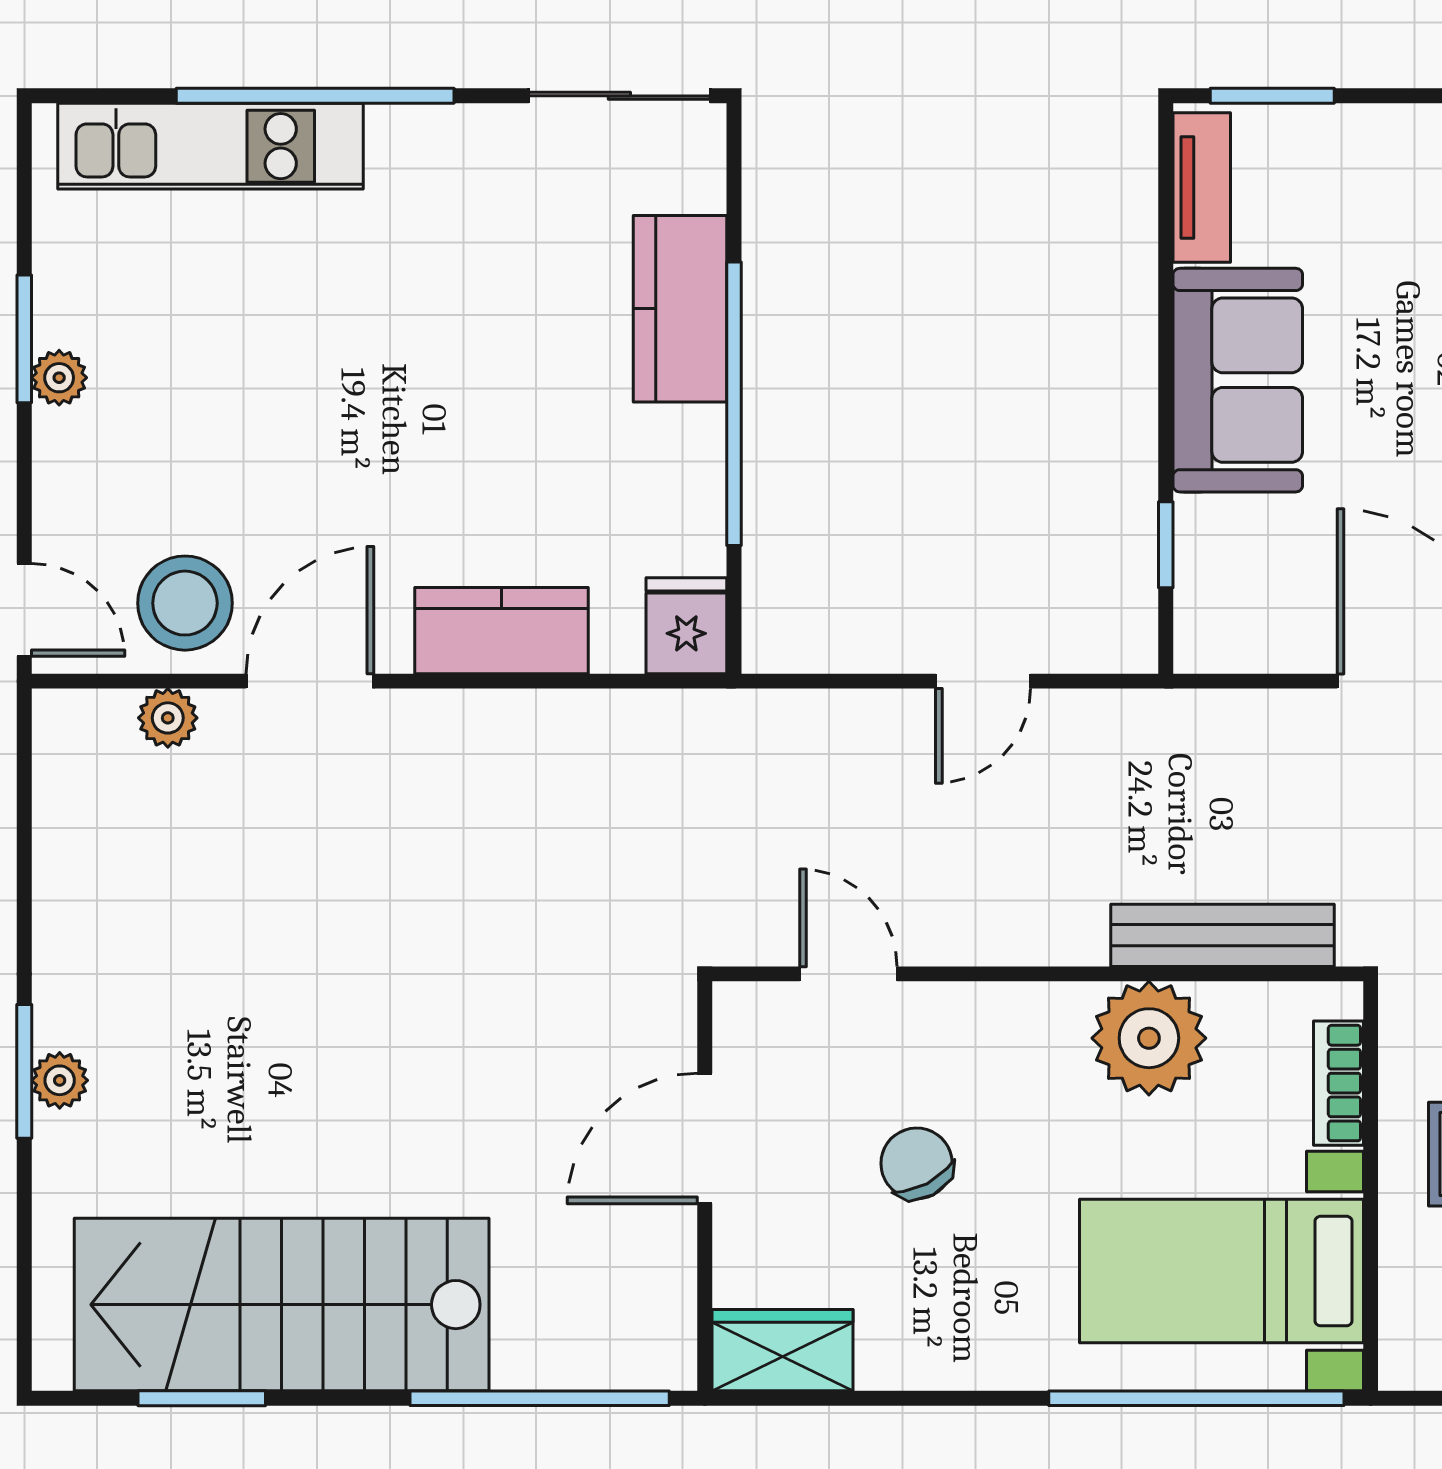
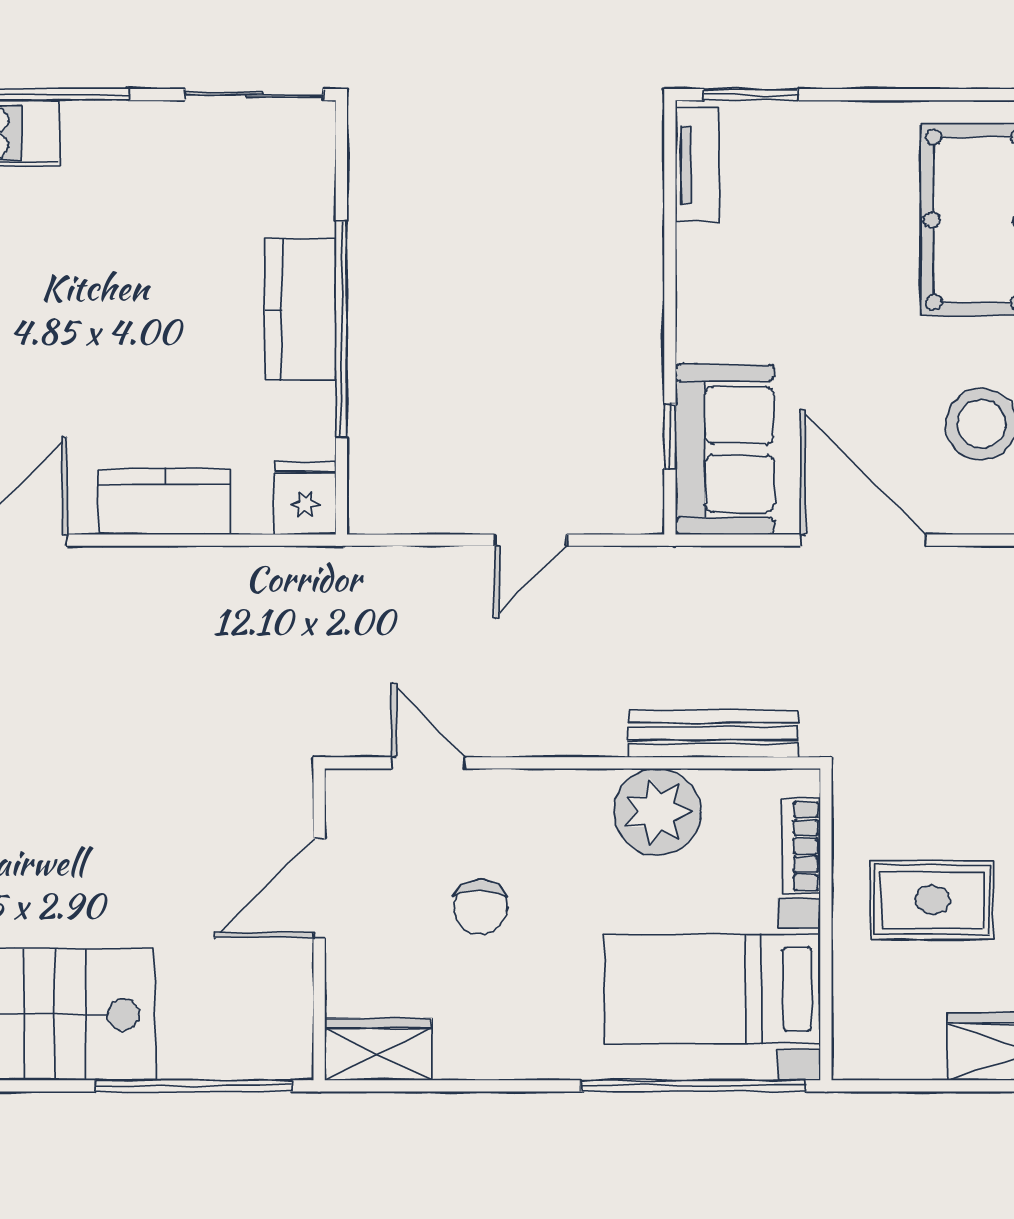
kitchen counter: (680, 309) -> (300, 309), moved
sofa: (1238, 380) -> (725, 449), moved
chair: (917, 1163) -> (480, 907), turned -152

